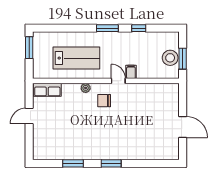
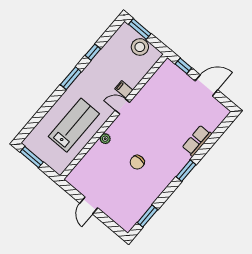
window: (183, 59) -> (140, 29), moved
row of seats: (47, 90) -> (197, 141), moved, turned 180
window: (183, 99) -> (183, 66), added
chair: (104, 101) -> (137, 162), moved
window: (73, 163) -> (147, 216), moved

